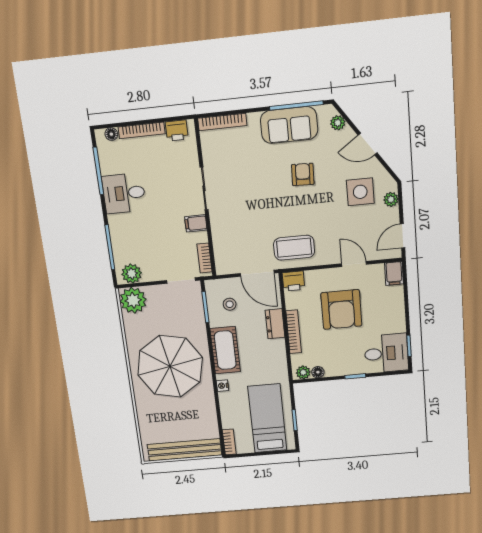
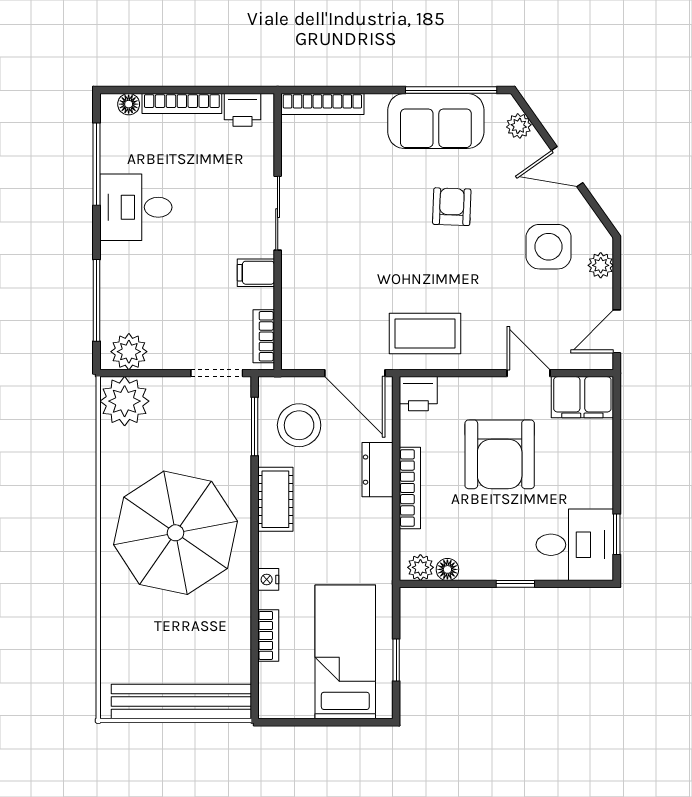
filing cabinet: (394, 273) -> (582, 397), width x2.00
stool: (230, 304) -> (299, 425), width x1.89, depth x1.89
cot: (225, 350) -> (275, 499), width x0.73, depth x0.75
bookcase: (229, 442) -> (268, 635), moved

